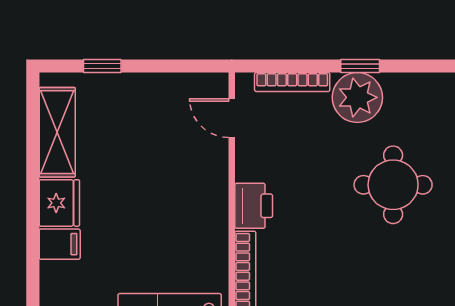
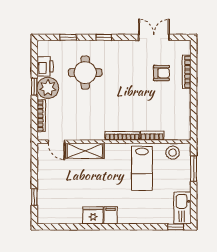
door: (232, 118) -> (57, 142), hinge flipped
shelving: (57, 132) -> (85, 151), moved
printer: (254, 206) -> (45, 66), moved, turned 90

